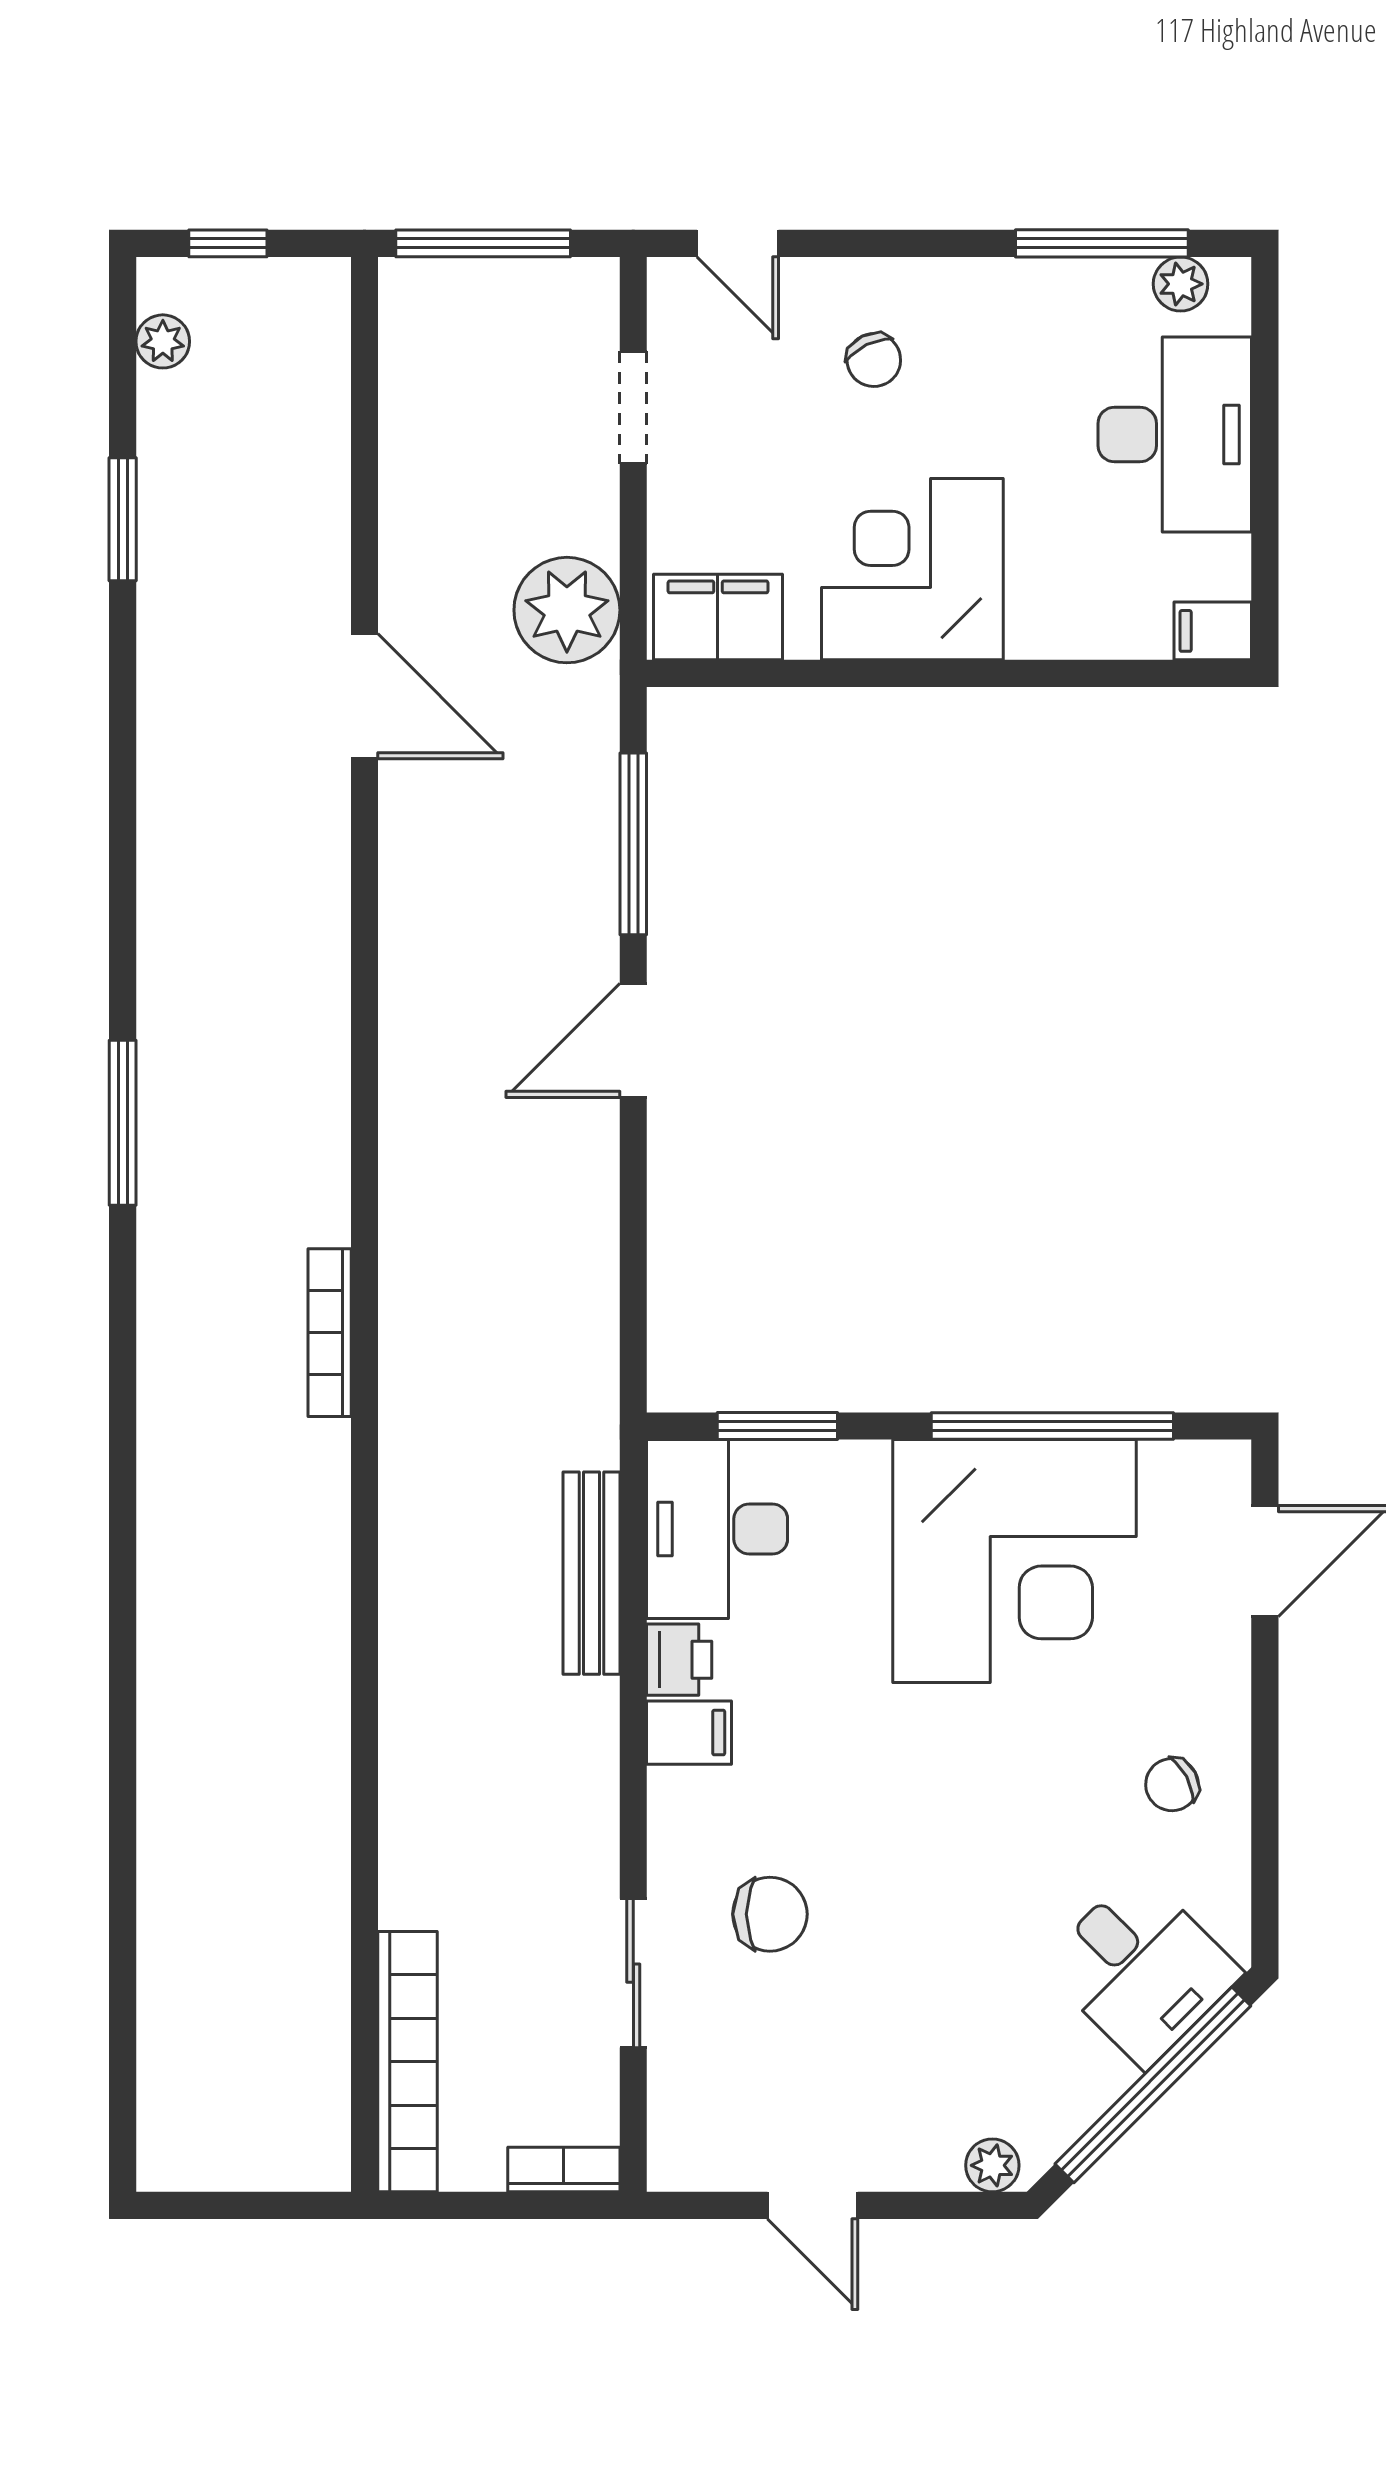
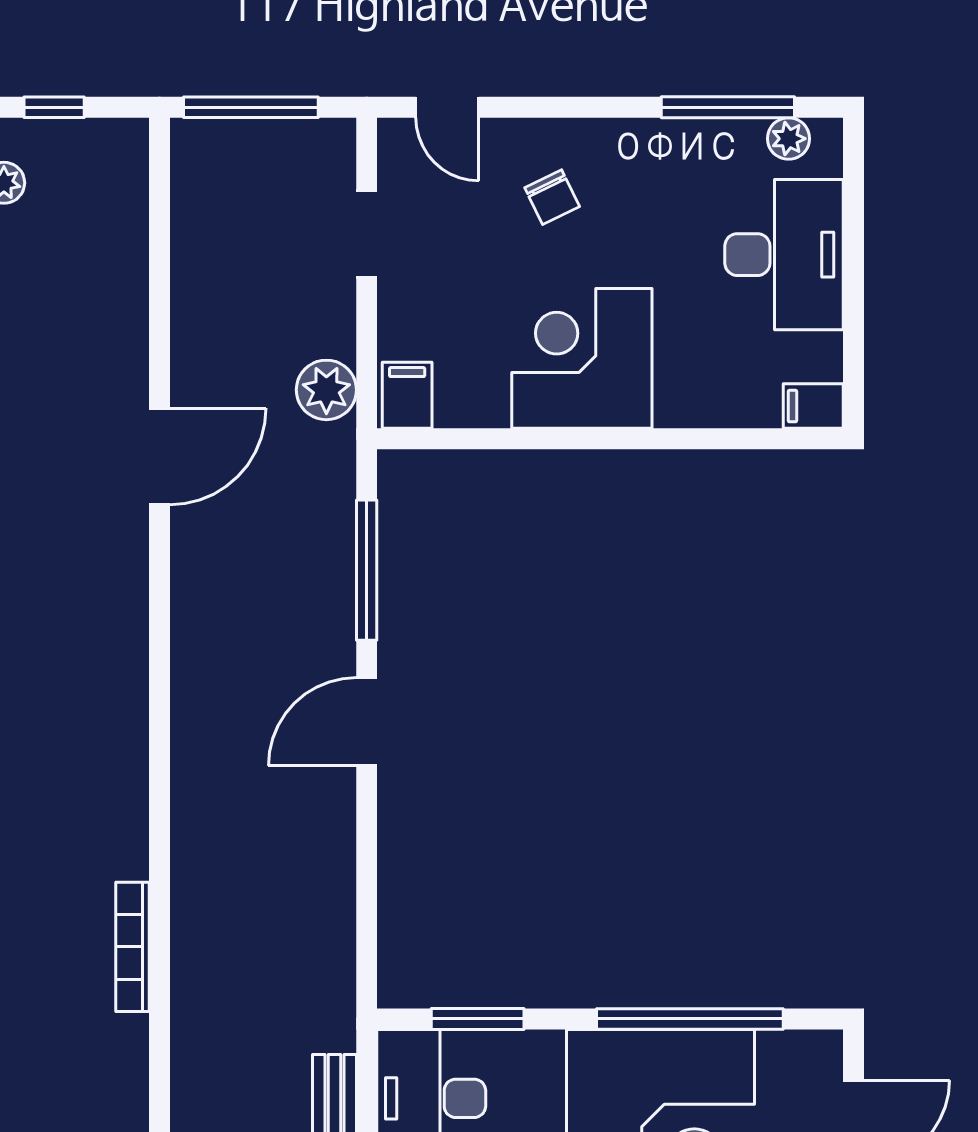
plant: (567, 610) -> (326, 390), width x0.73, depth x0.73
filing cabinet: (718, 617) -> (407, 395), width x0.50
door: (365, 696) -> (159, 456), hinge flipped

